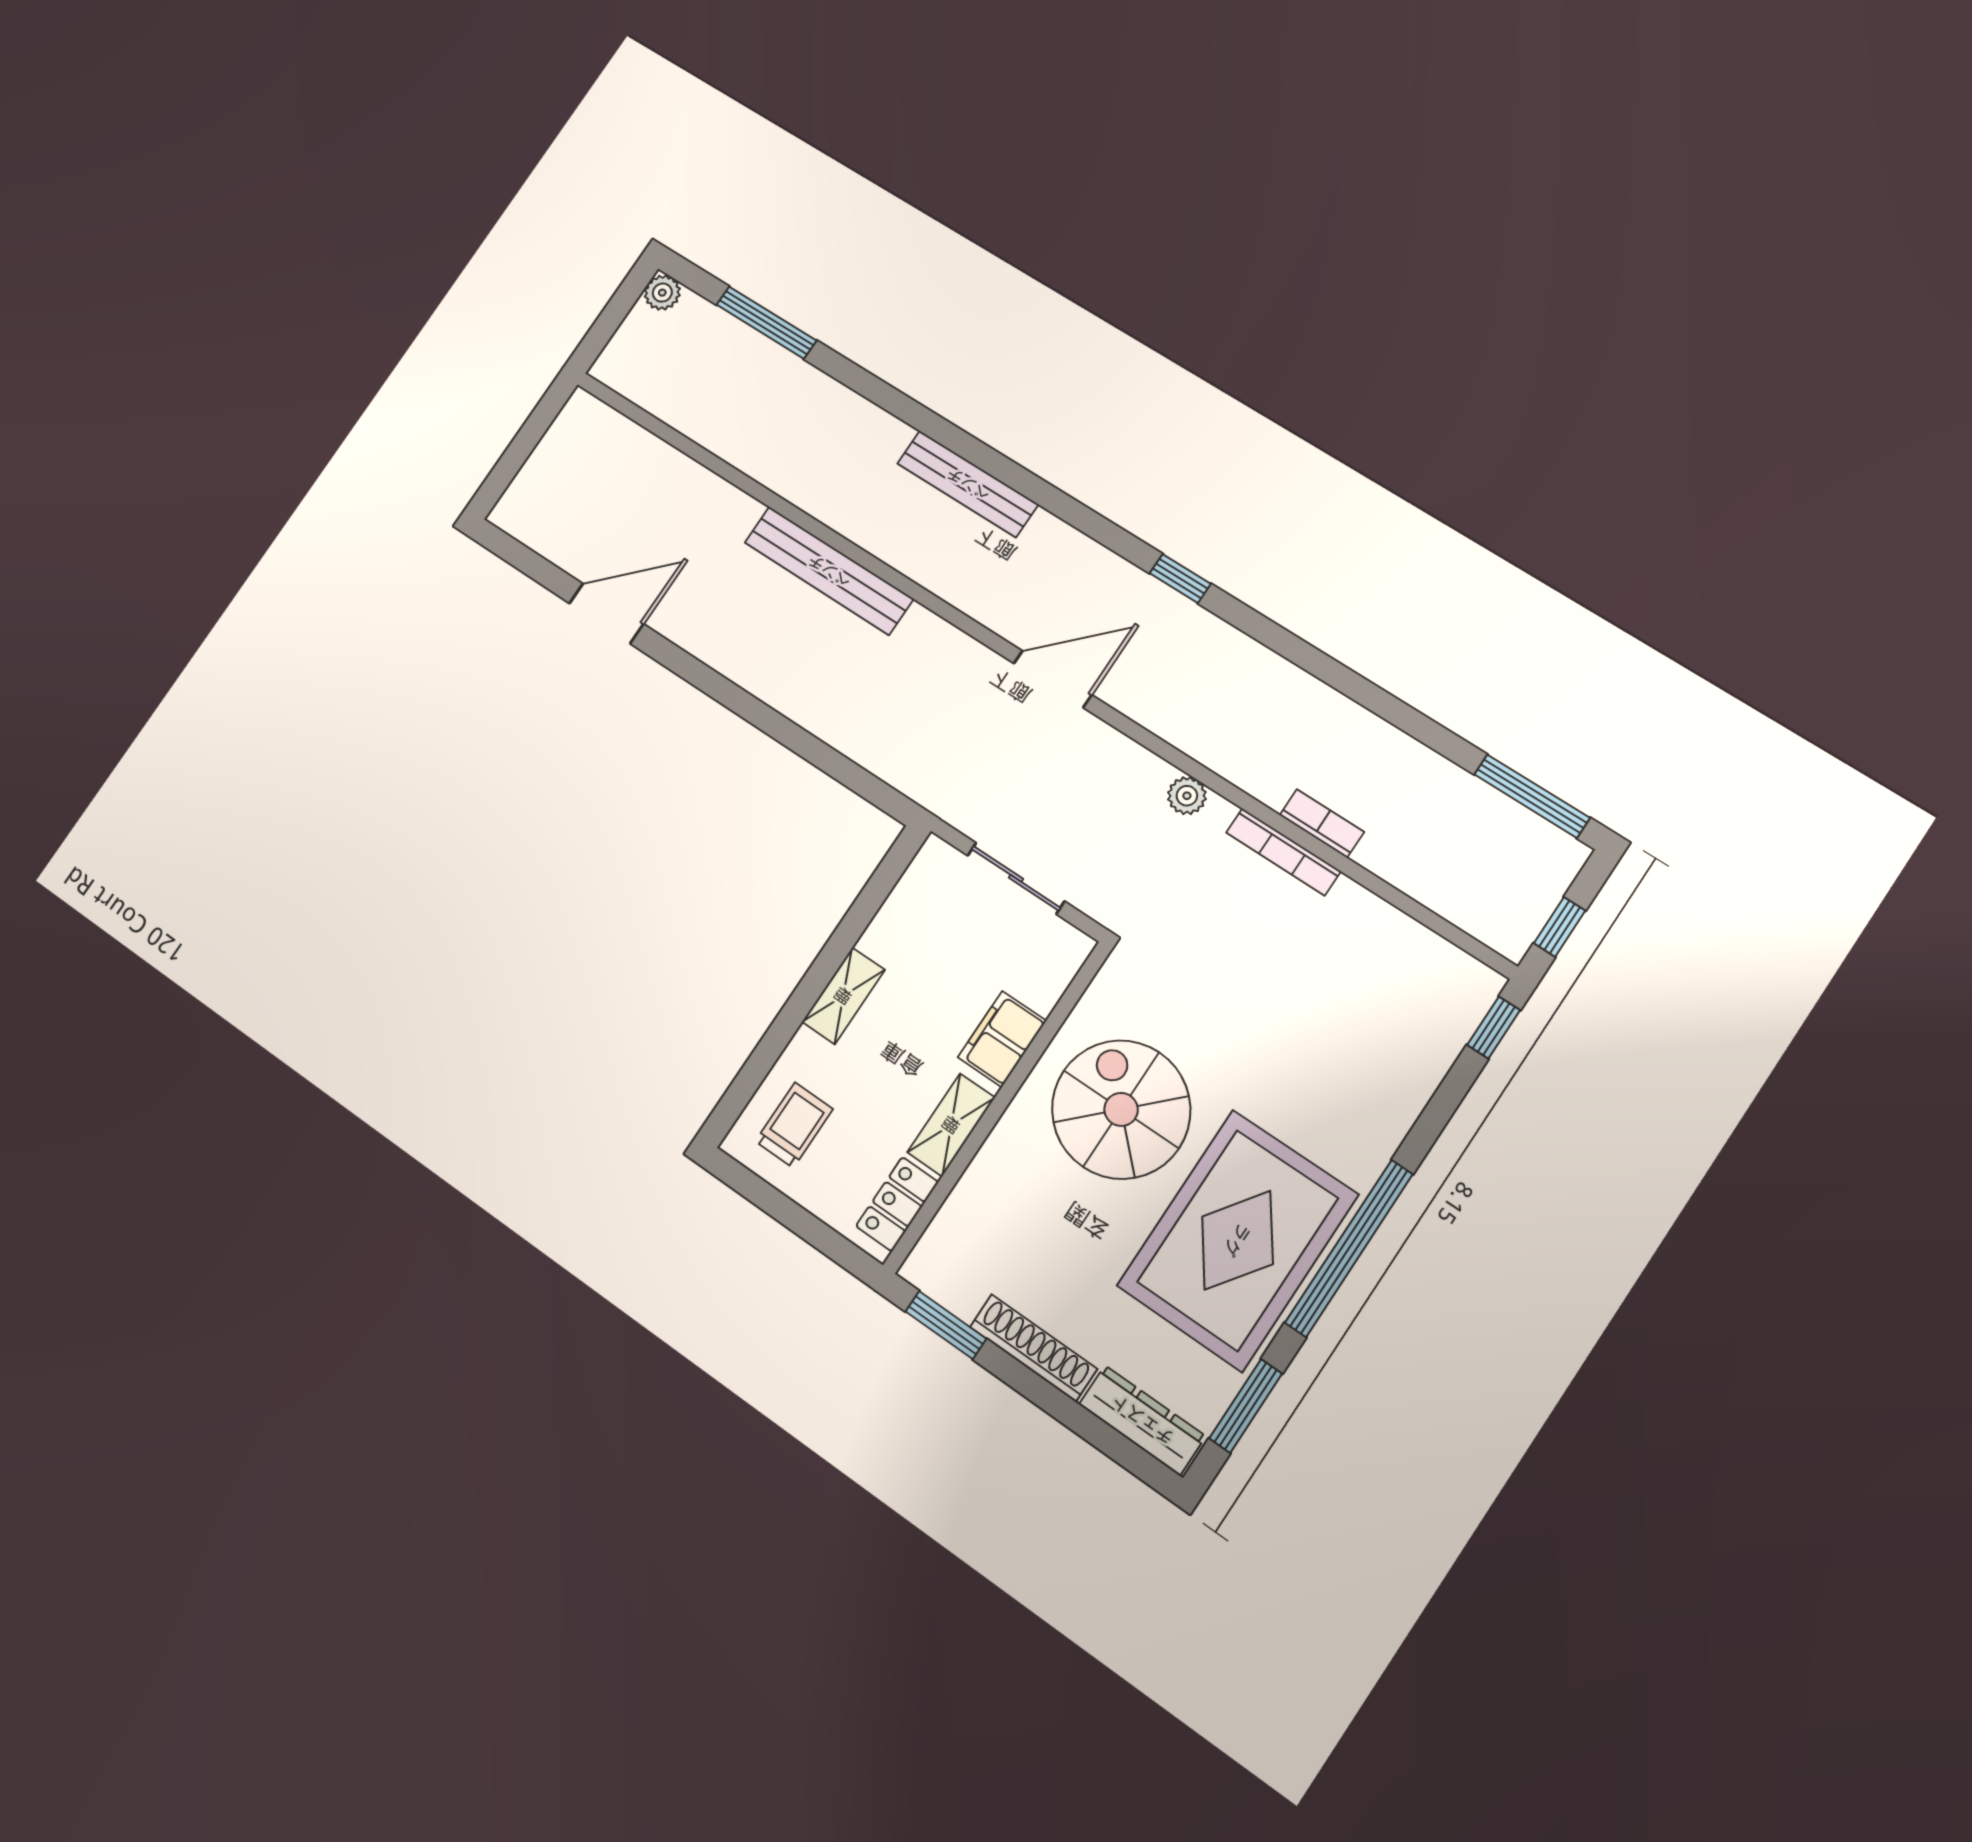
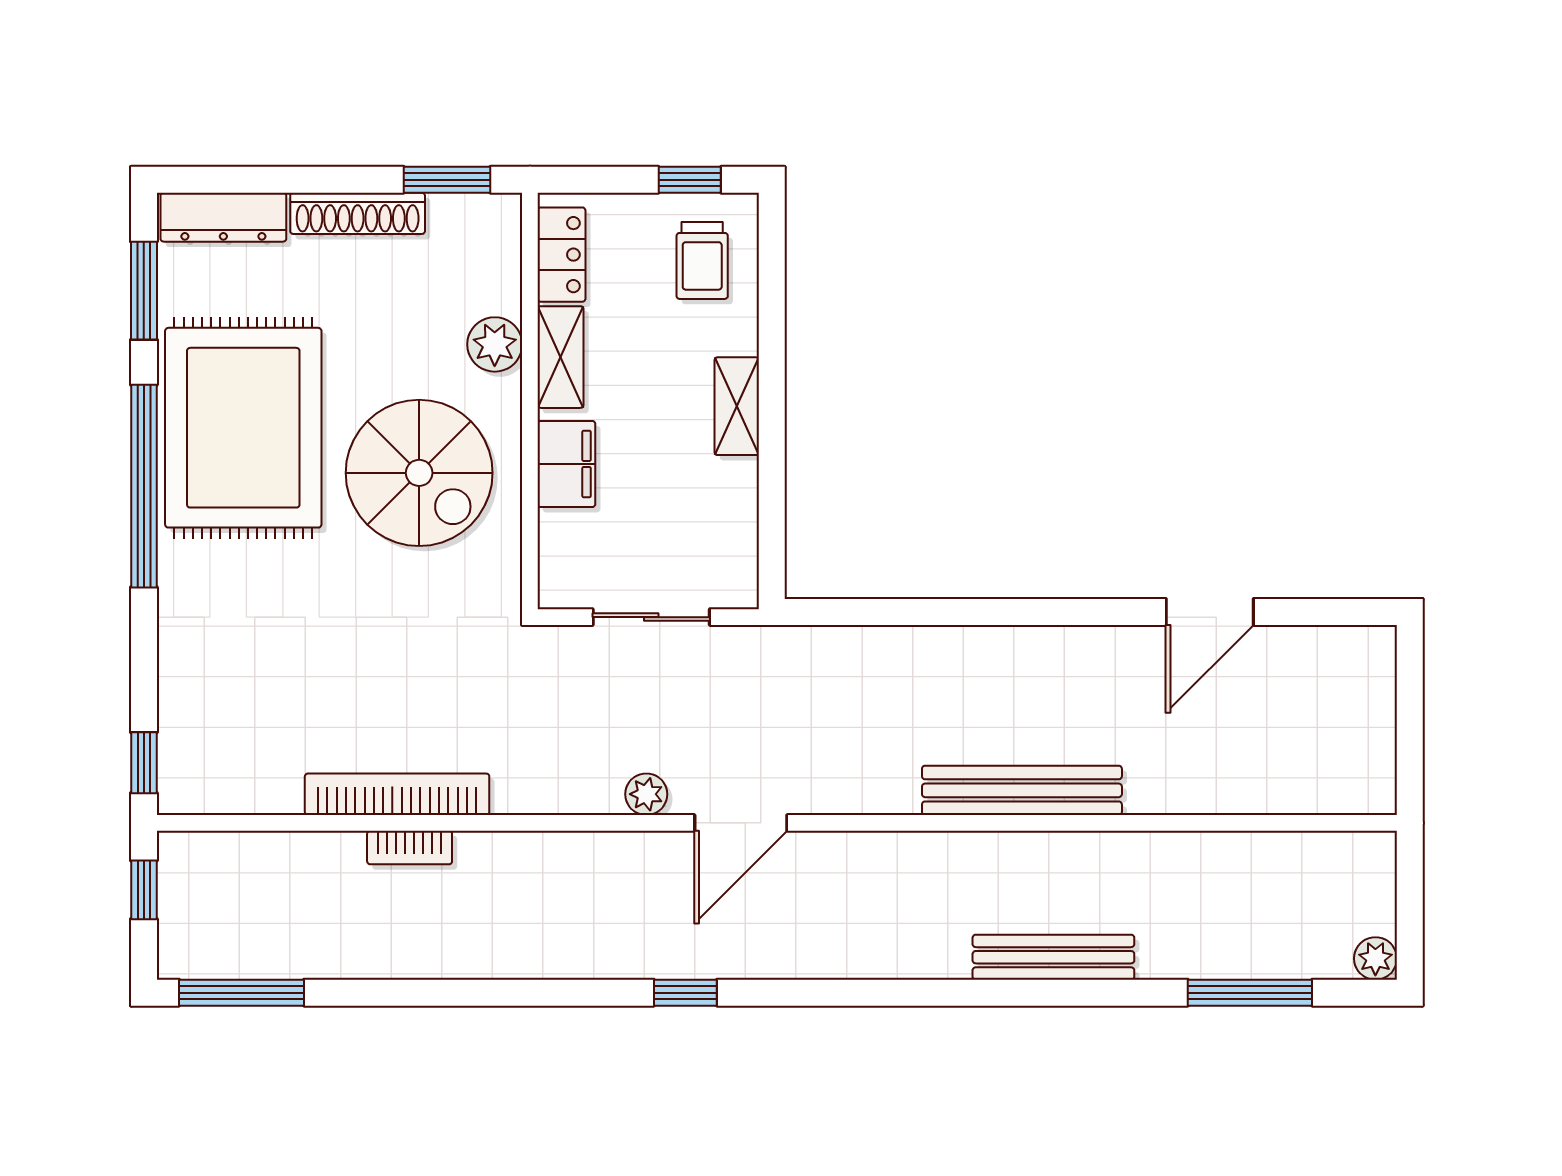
bench: (968, 484) -> (1053, 957), moved
plant: (1187, 796) -> (646, 794), moved
bookcase: (1283, 852) -> (397, 794), width x1.48, depth x1.31
plant: (995, 1170) -> (495, 344), added
window: (761, 1194) -> (690, 180), added

